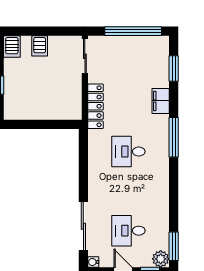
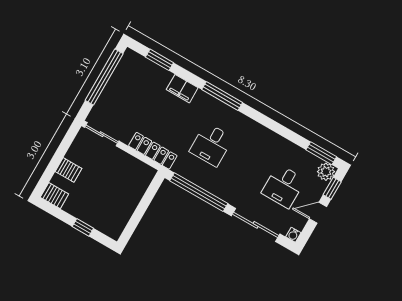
window: (83, 164) -> (199, 192), added

